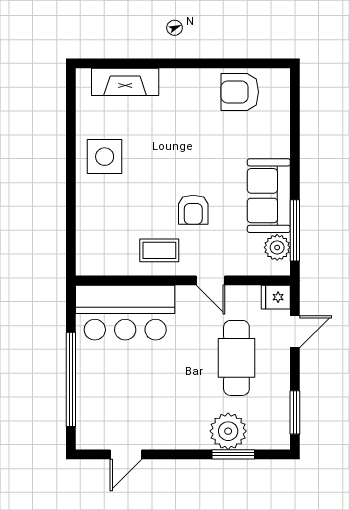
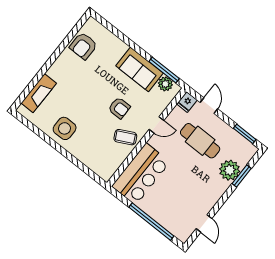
coffee table: (159, 250) -> (125, 137), turned 63

